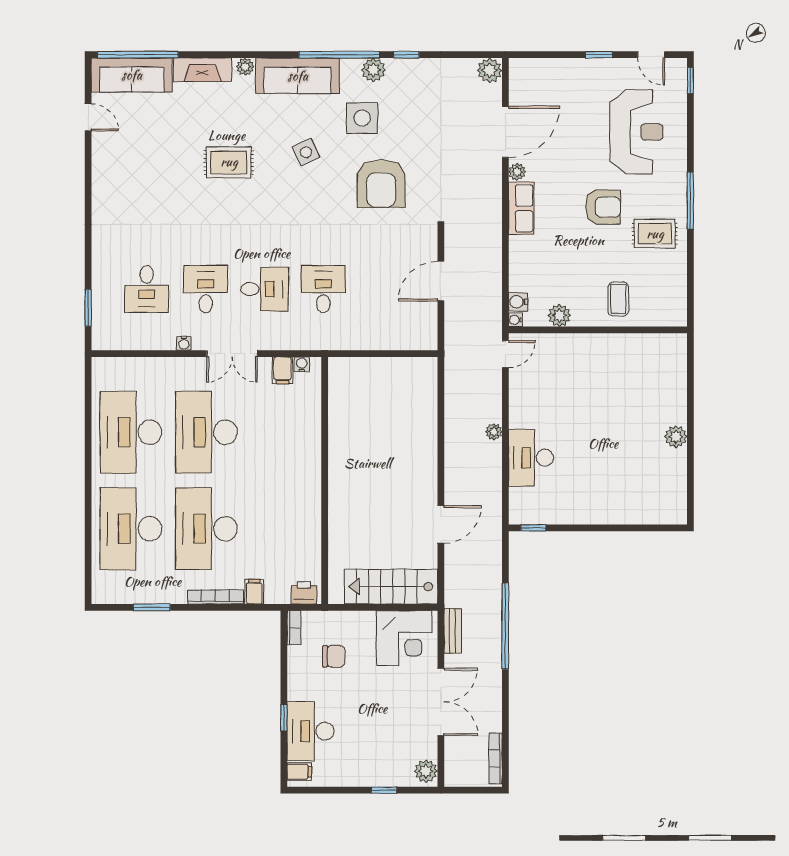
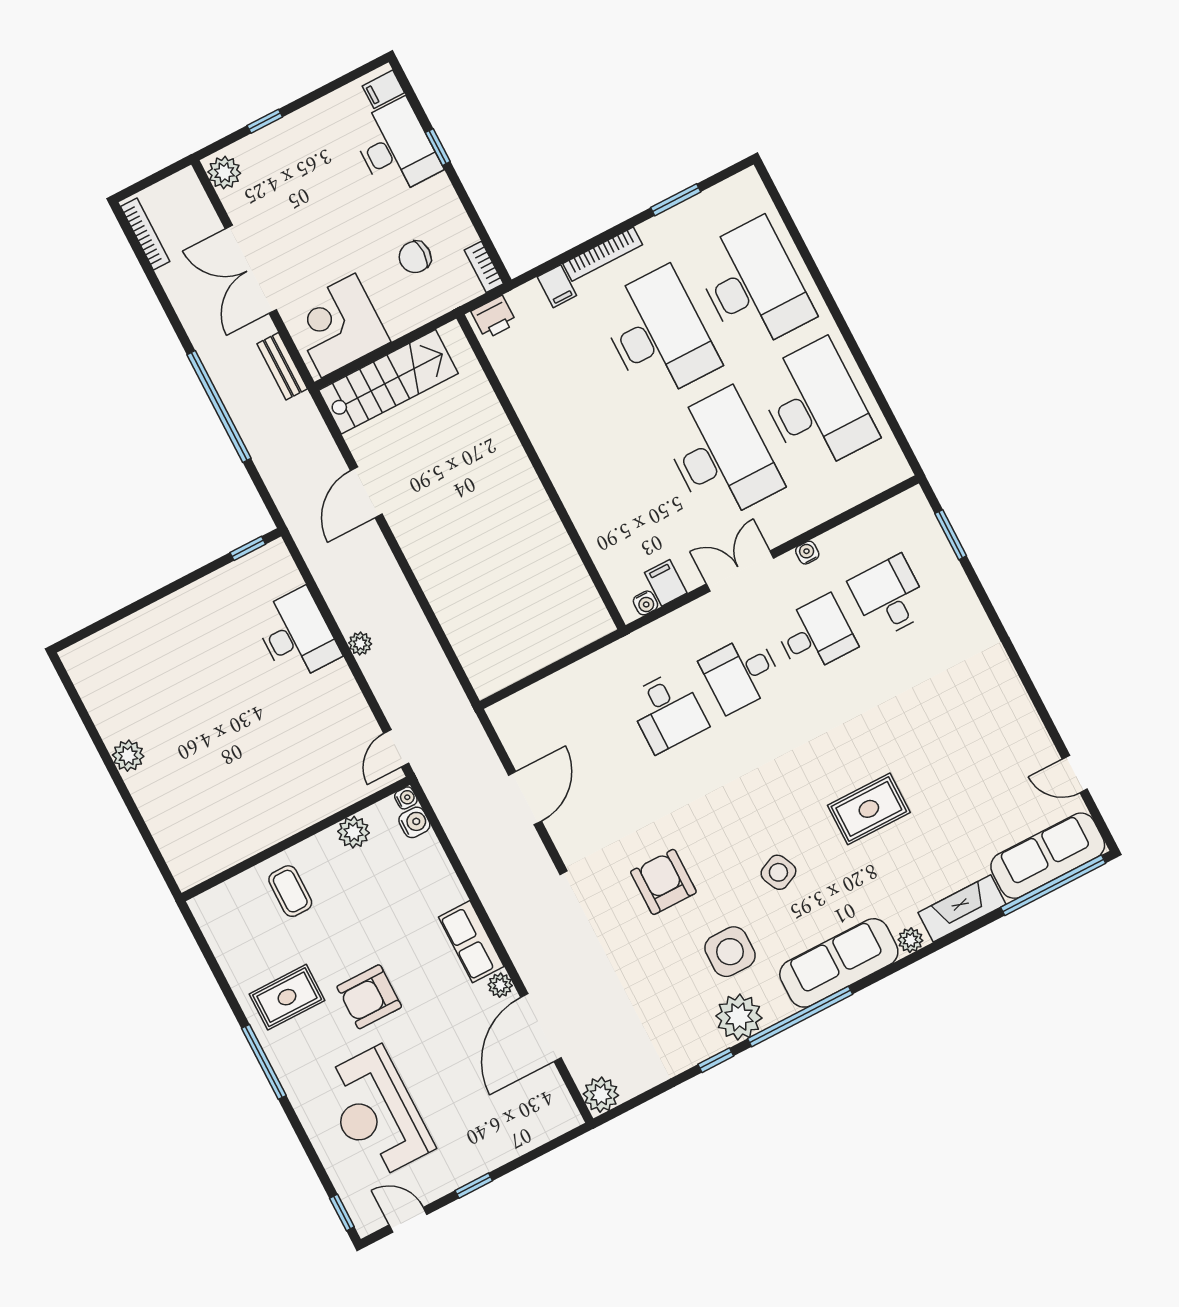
plant: (373, 70) -> (739, 1017), width x1.36, depth x1.36
armchair: (381, 183) -> (663, 882), width x0.73, depth x0.73
desk: (206, 289) -> (815, 635), turned -90

